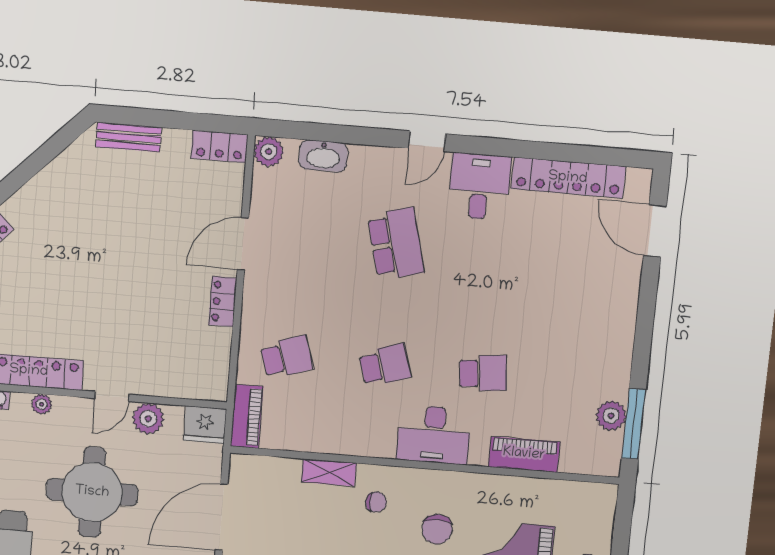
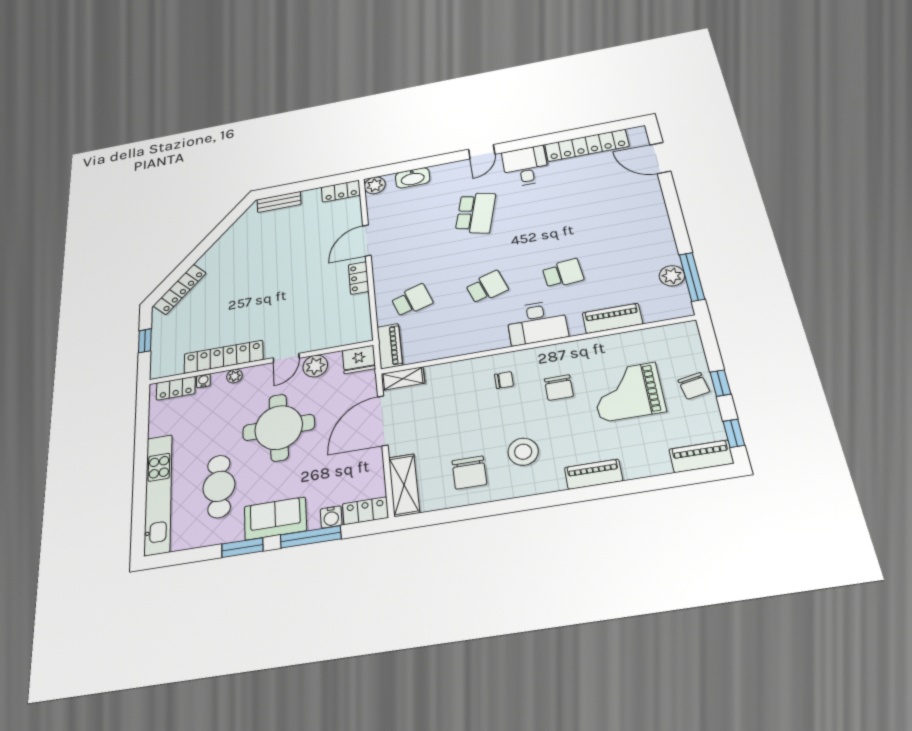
school desk: (396, 244) -> (476, 213), turned 30
shelving: (329, 473) -> (403, 379), moved

